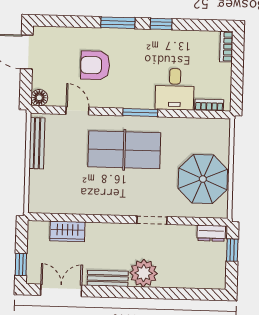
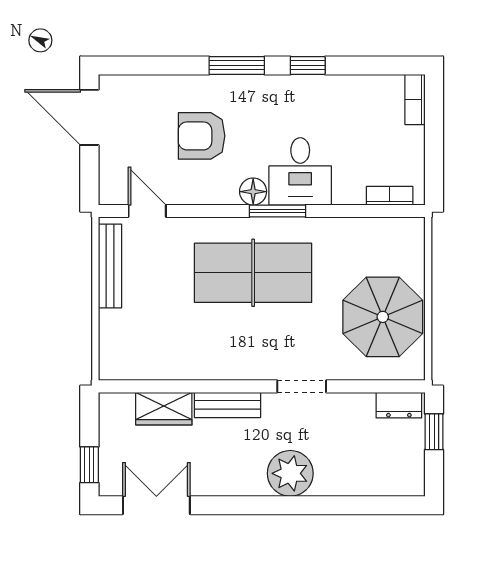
desk: (175, 89) -> (300, 171), moved
floor lamp: (39, 98) -> (253, 192), moved
door: (77, 111) -> (147, 211), moved
bench: (108, 278) -> (227, 405), moved

